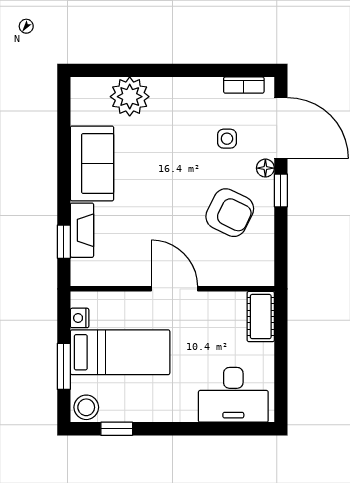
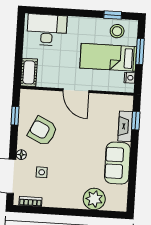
window: (281, 190) -> (15, 116), moved
stool: (86, 407) -> (117, 31), moved

